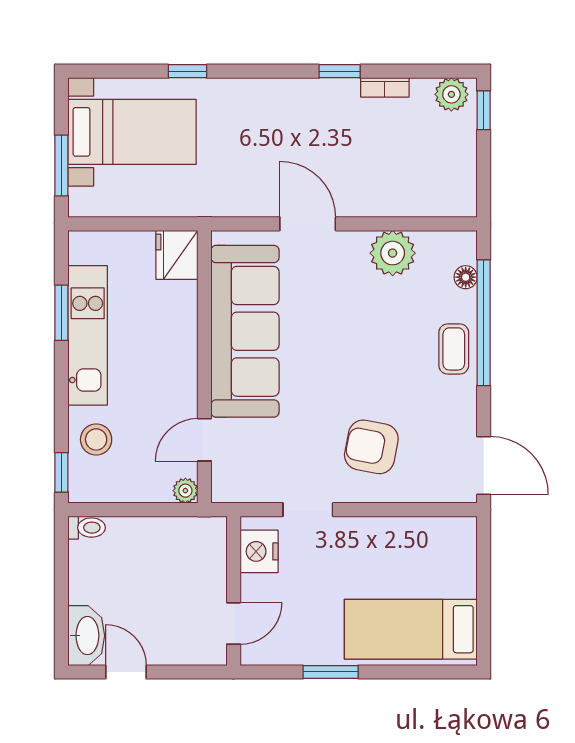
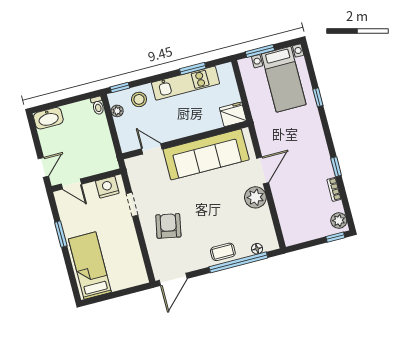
plant: (393, 253) -> (255, 197), moved
plant: (185, 491) -> (117, 111), moved
door: (126, 672) -> (43, 167), moved

